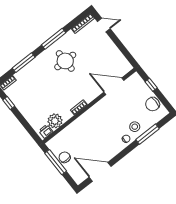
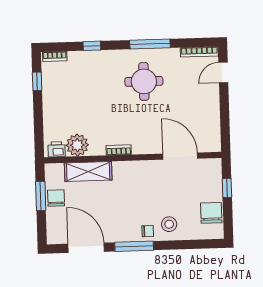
door: (104, 25) -> (223, 72), swing flipped
window: (24, 63) -> (92, 46), width x0.46
chair: (153, 104) -> (211, 213), turned 90
shelving: (71, 131) -> (88, 171), added
window: (148, 134) -> (134, 246), moved
window: (56, 162) -> (41, 196), width x0.69

